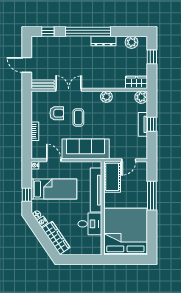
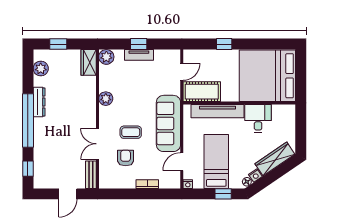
door: (129, 160) -> (182, 72), hinge flipped
window: (152, 196) -> (224, 44), width x0.46

